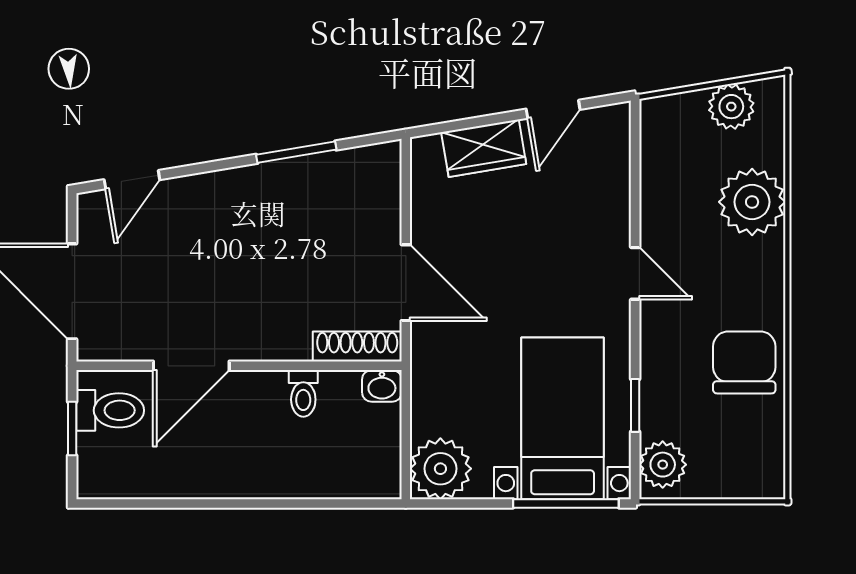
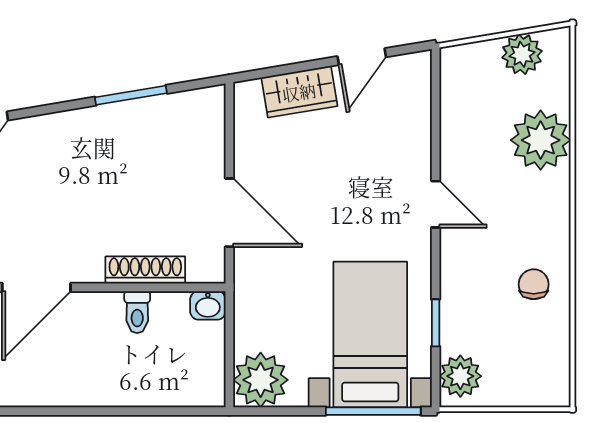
shoe rack: (357, 347) -> (145, 270), moved
chair: (744, 362) -> (534, 284), width x0.54, depth x0.54

